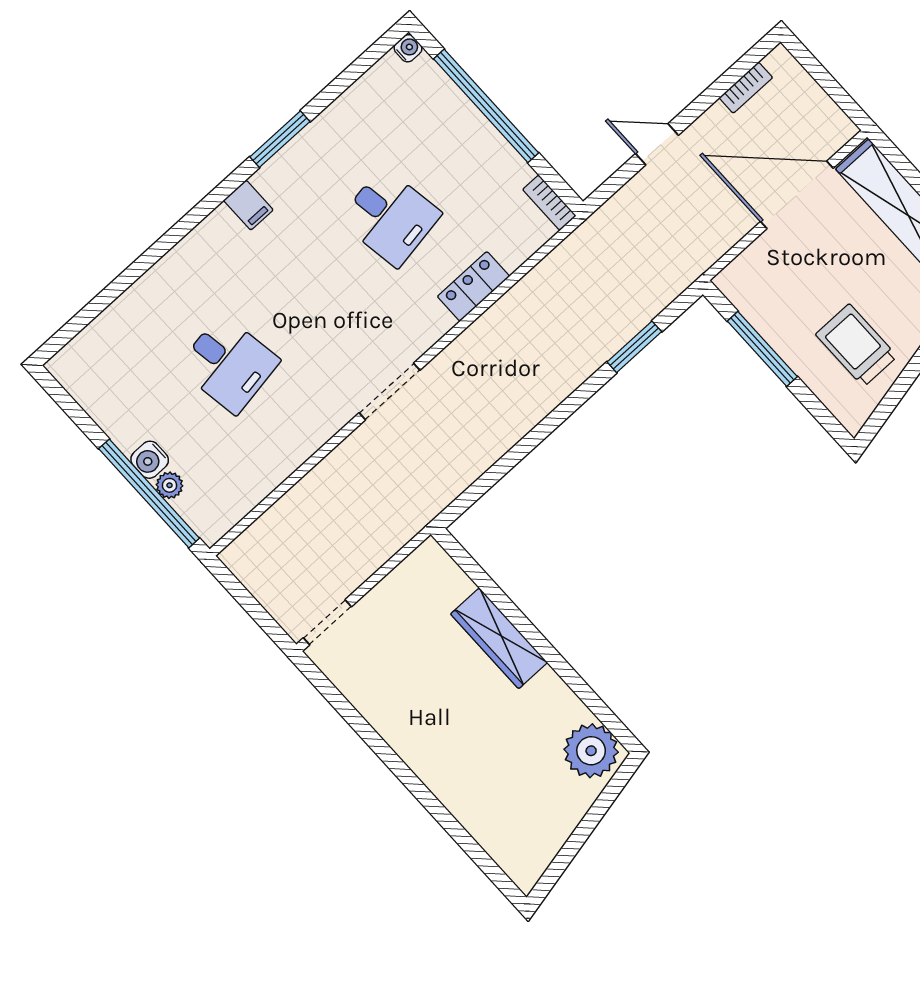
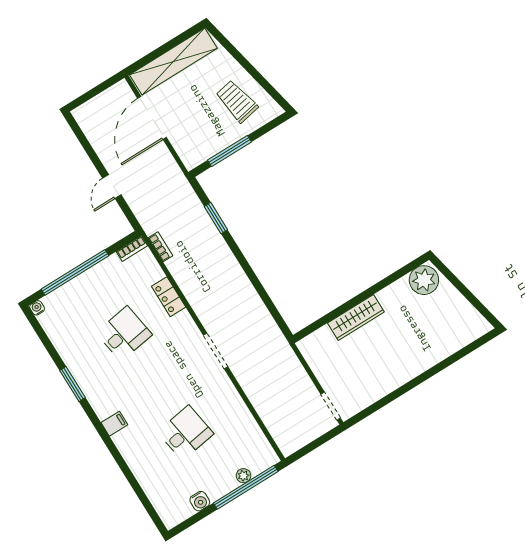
bookcase: (746, 88) -> (160, 247), moved
filing cabinet: (248, 205) -> (114, 424), moved
trolley: (856, 345) -> (237, 101), turned 79
water cooler: (150, 460) -> (200, 501), moved

